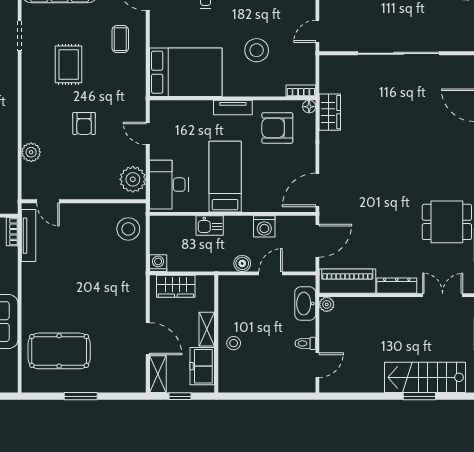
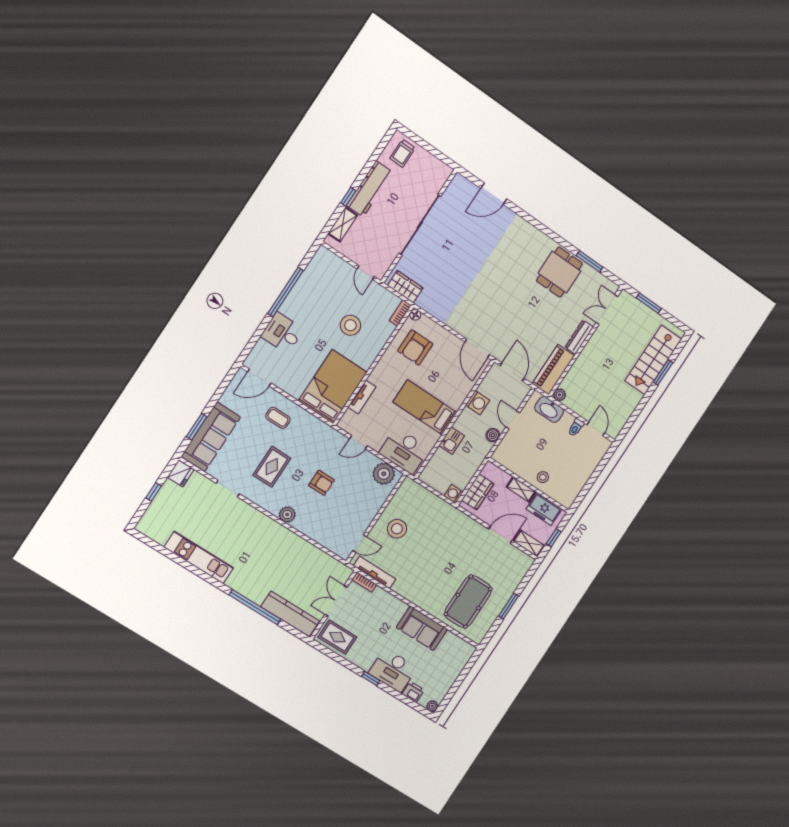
rug: (69, 64) -> (272, 467), turned 90
tv unit: (233, 108) -> (362, 397), moved
wardrobe: (330, 112) -> (405, 287), moved
plant: (31, 152) -> (287, 515), moved
stool: (128, 229) -> (397, 529), moved

